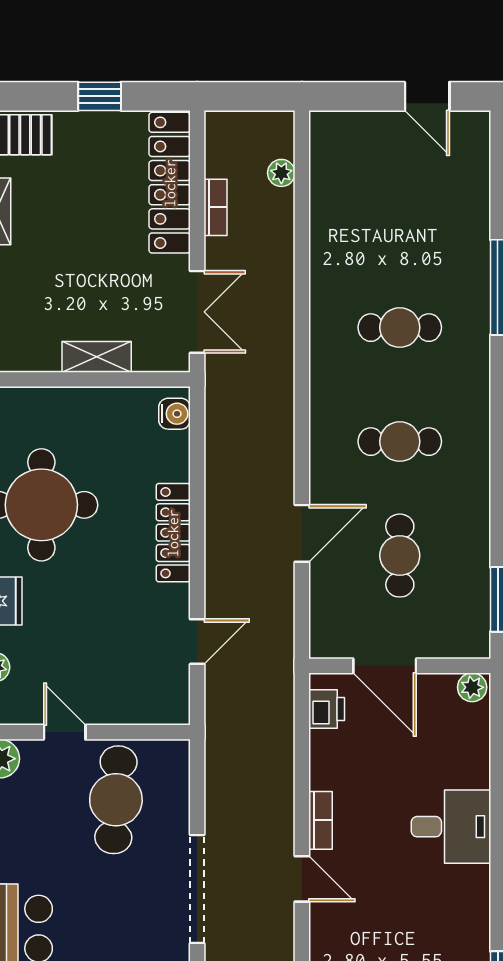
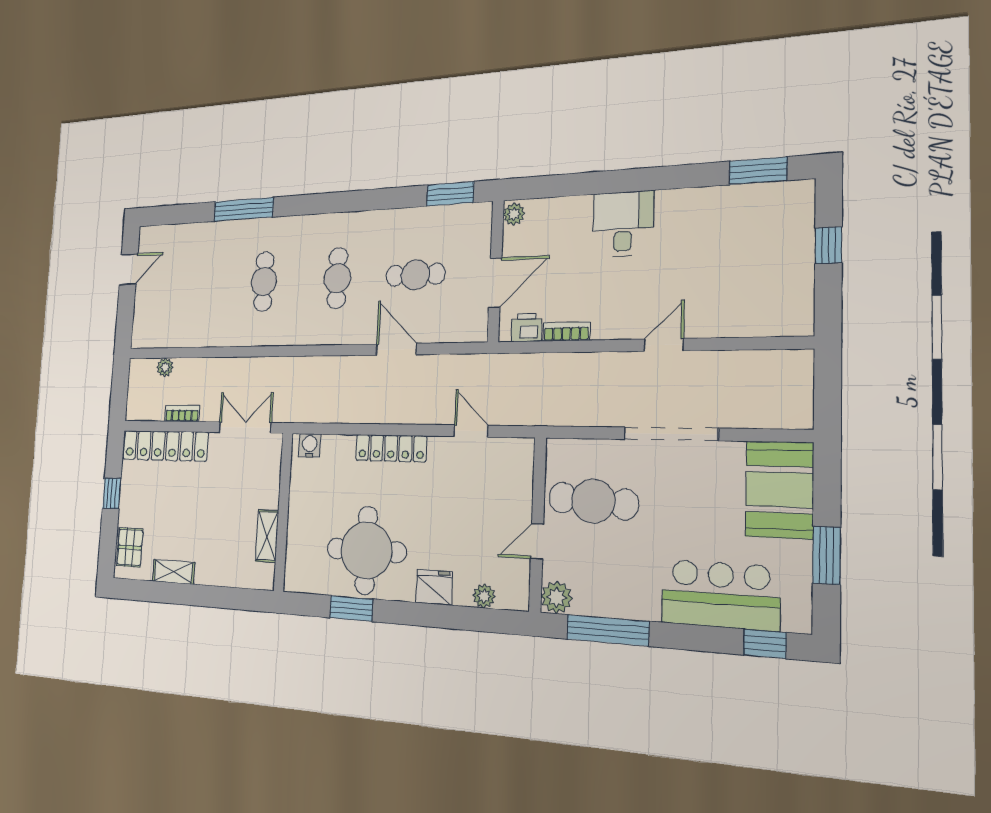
shelving: (97, 357) -> (267, 536), moved
bookcase: (321, 820) -> (566, 331), moved

